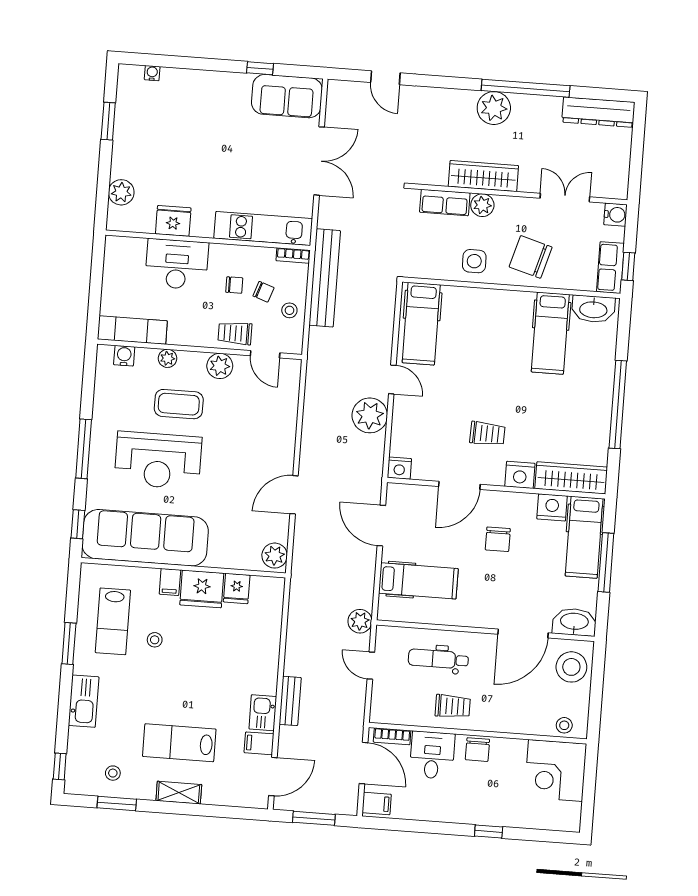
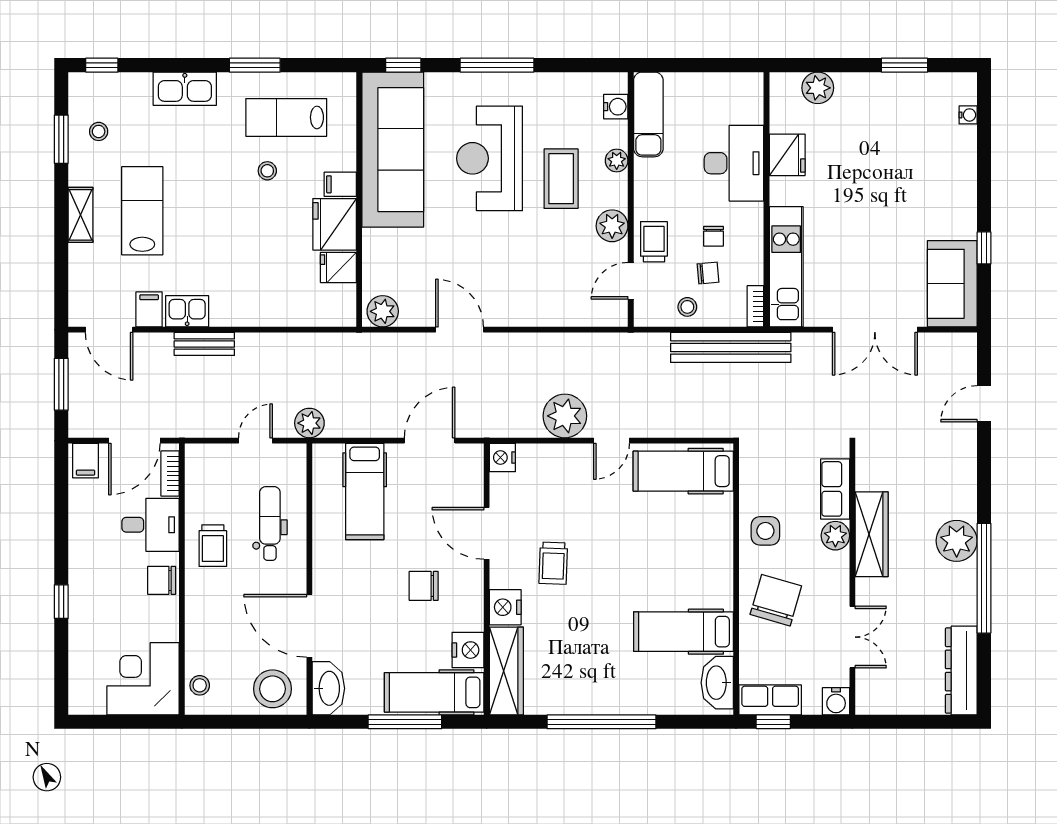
chair: (263, 292) -> (708, 273), turned -114

